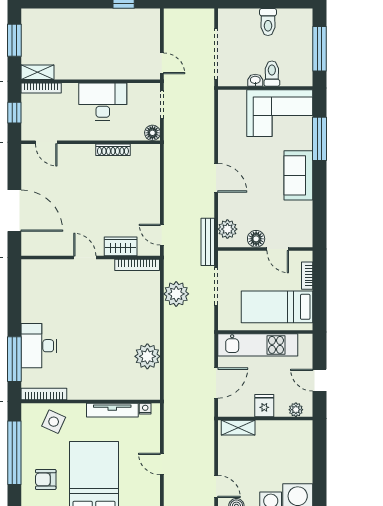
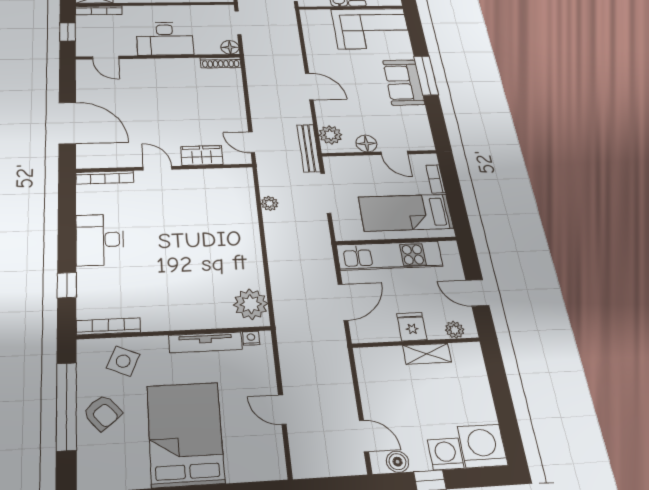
desk: (103, 102) -> (165, 39), moved, turned 180
window: (319, 139) -> (426, 75), moved
shoe rack: (113, 150) -> (221, 63), moved
bookcase: (137, 265) -> (105, 177), moved
plant: (176, 294) -> (269, 203), width x0.53, depth x0.53
desk: (39, 346) -> (100, 240), moved
plant: (147, 356) -> (251, 304), moved
window: (14, 359) -> (67, 285), width x0.46
shelving: (238, 428) -> (427, 354), moved
armchair: (46, 479) -> (103, 413), moved, turned -130

